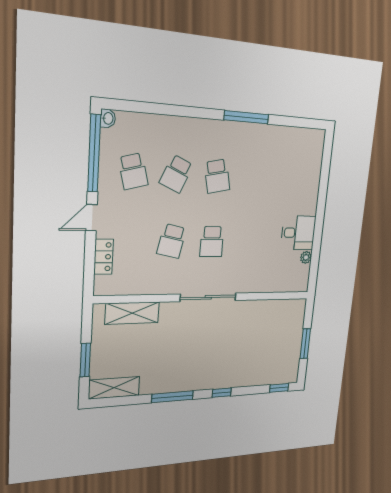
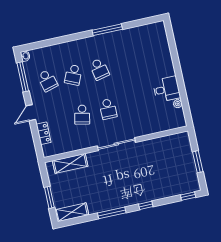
window: (94, 153) -> (23, 77), width x0.68

